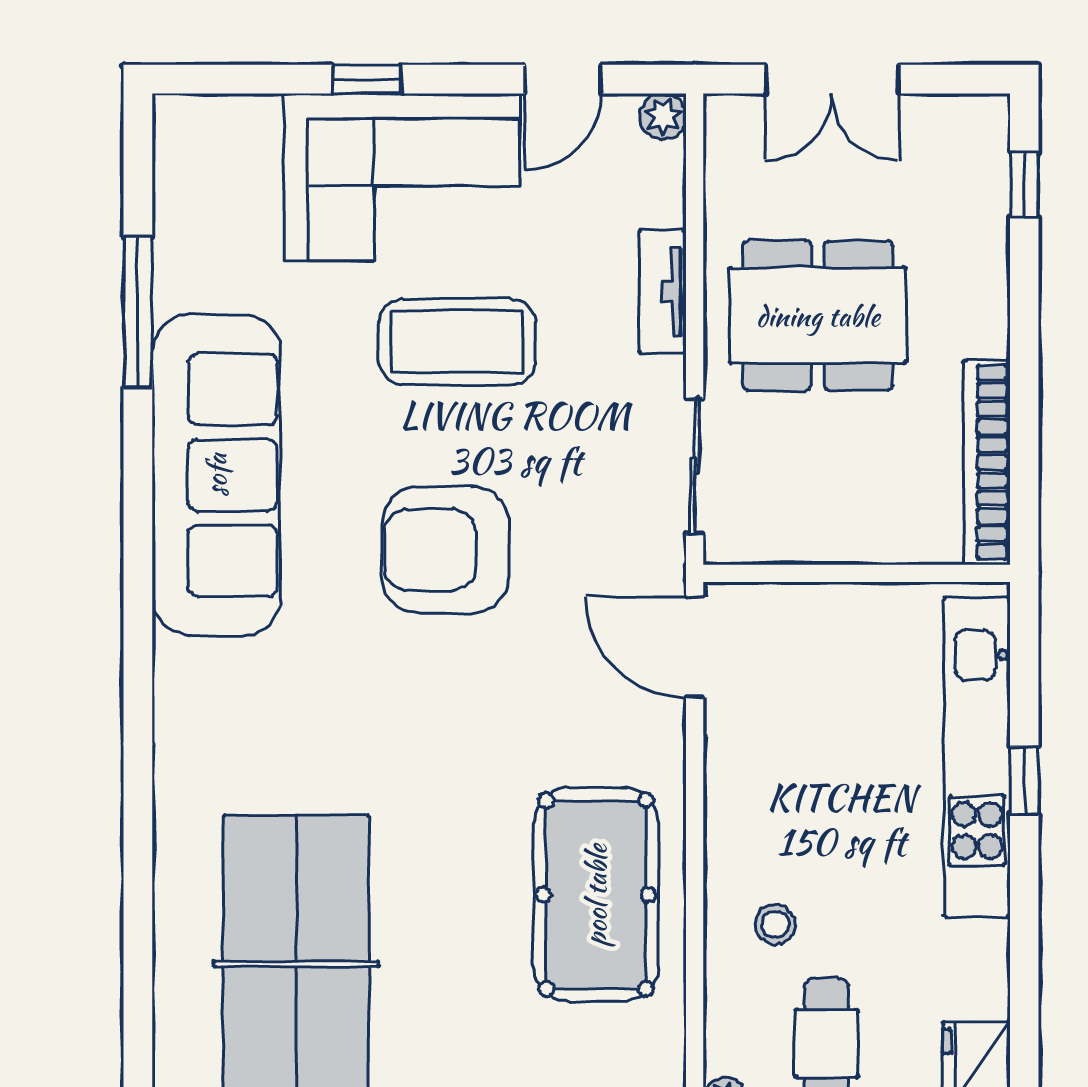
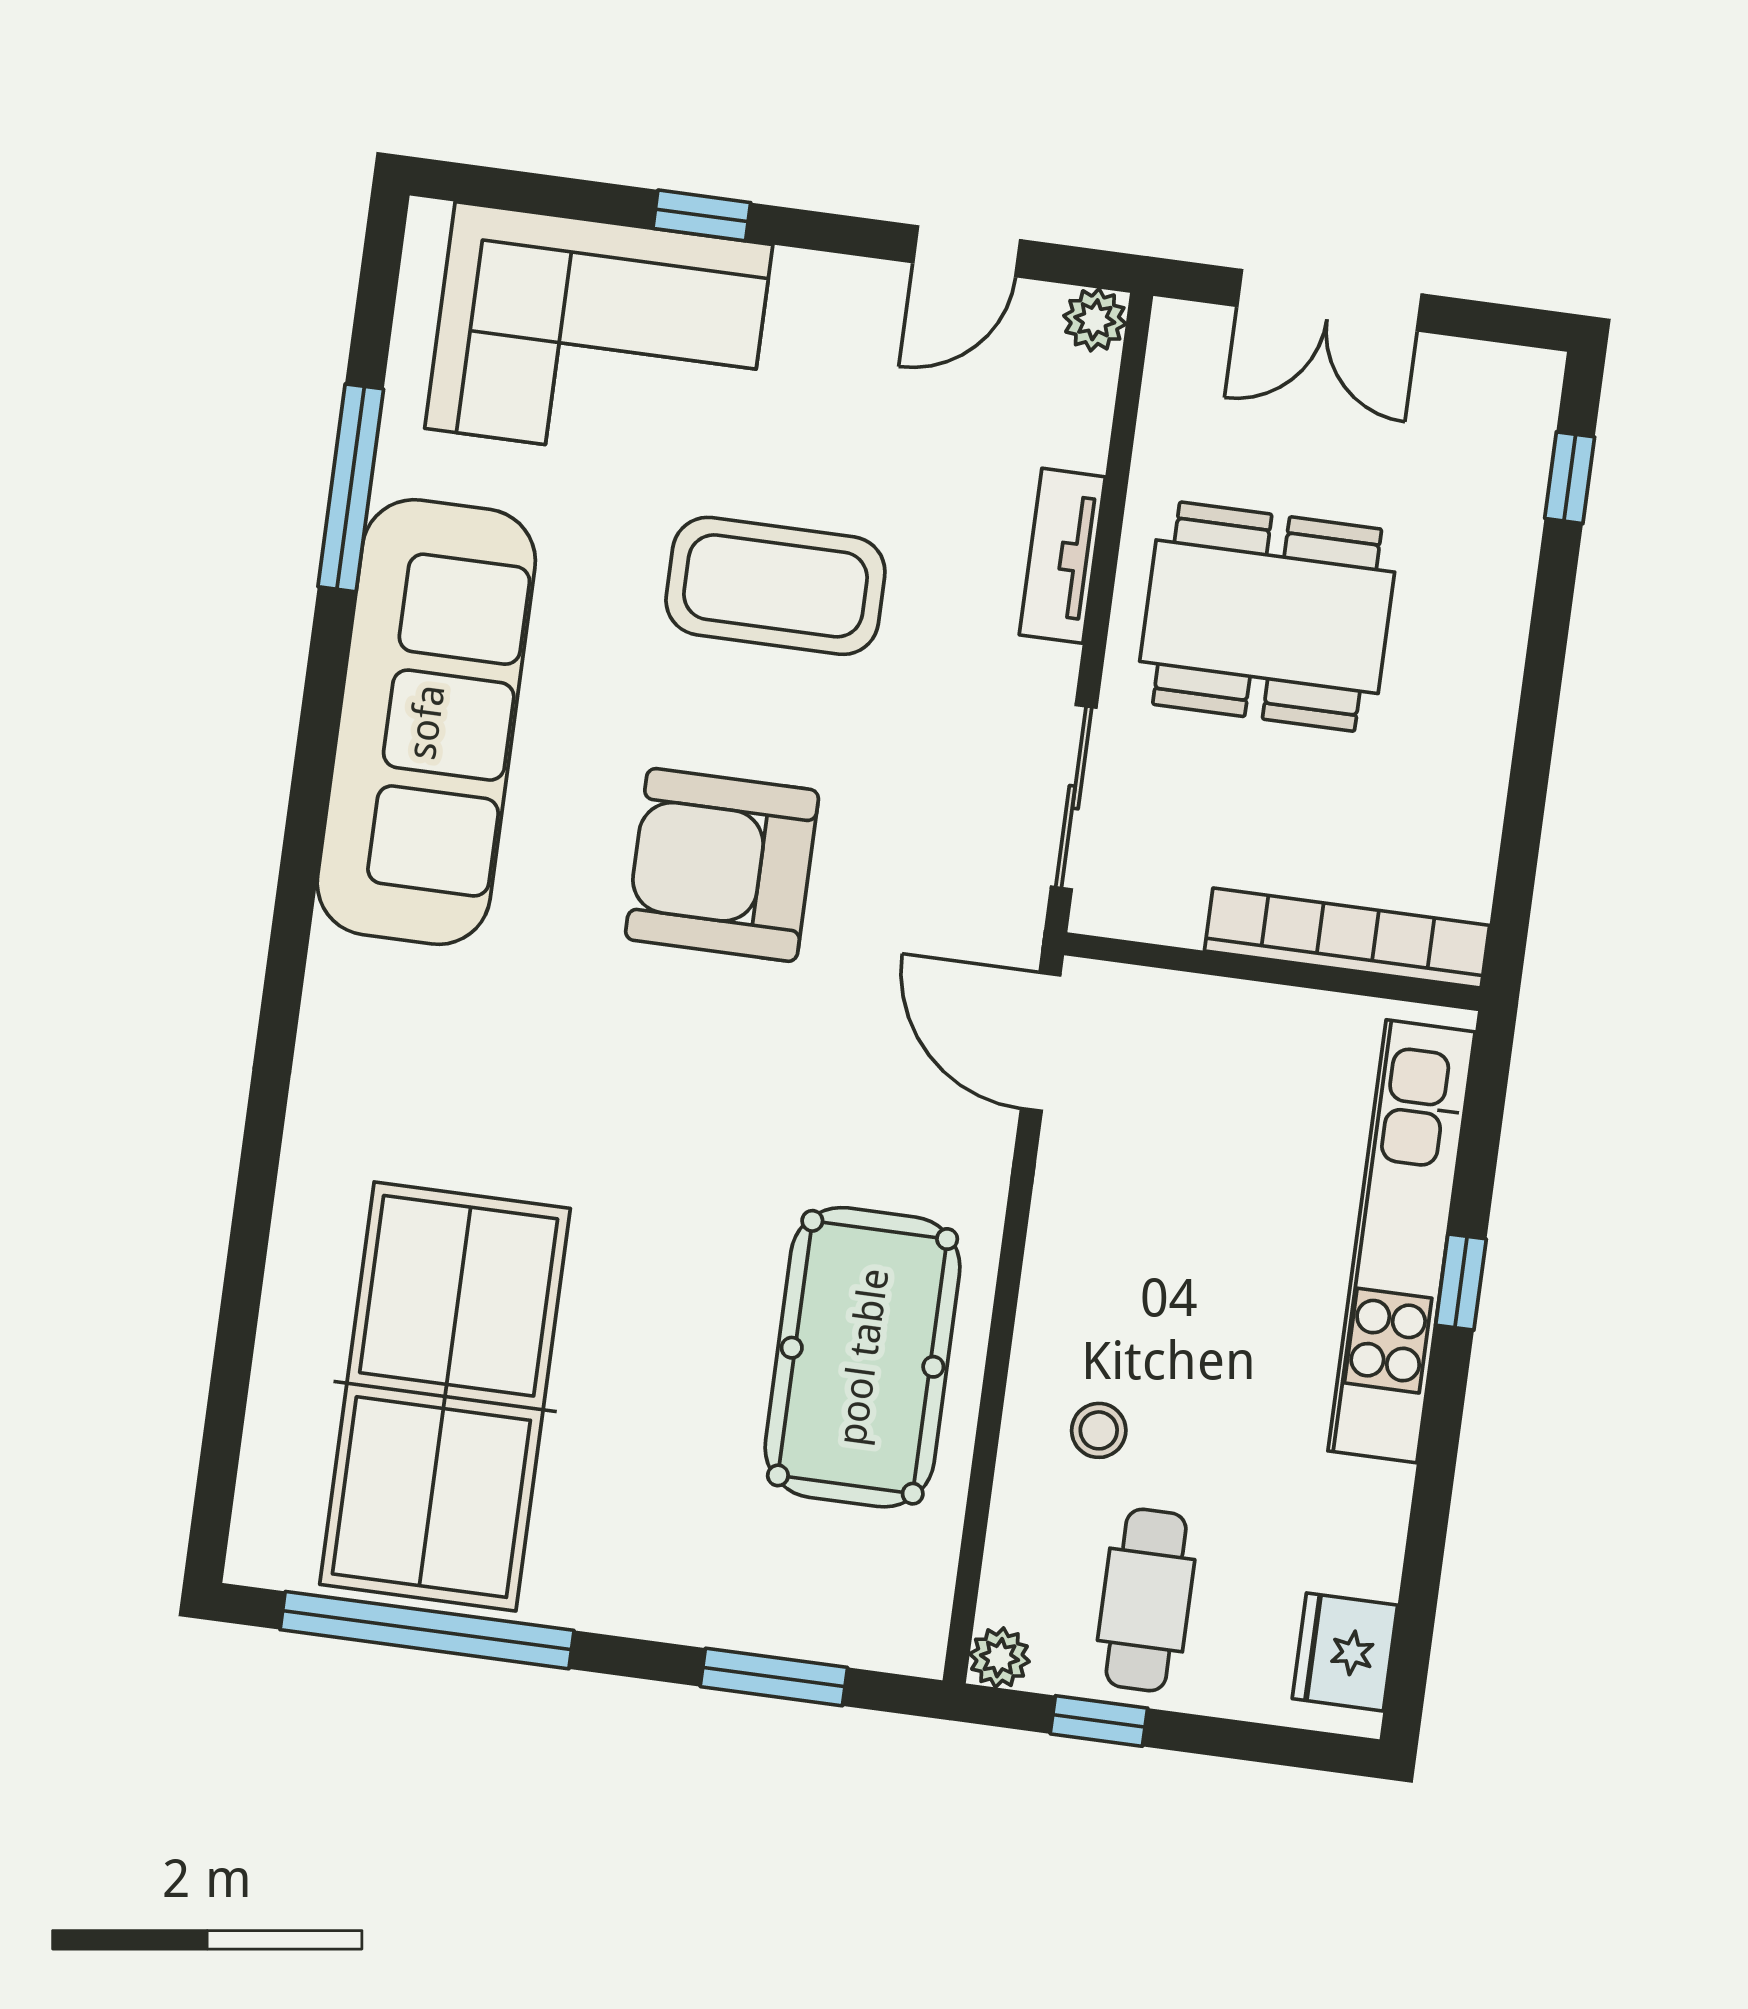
corner sofa: (402, 177) -> (599, 336), moved
bookcase: (987, 462) -> (1347, 938), moved, turned 90

